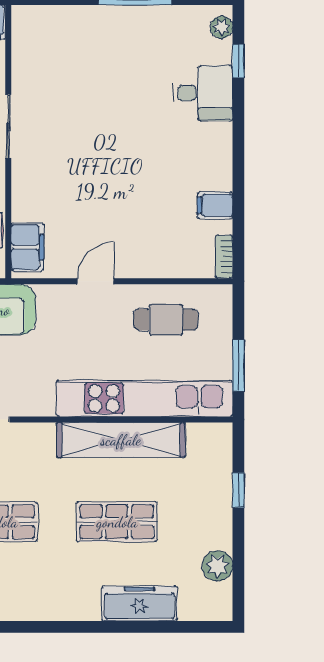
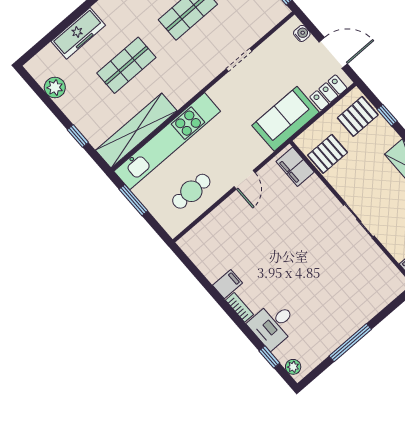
filing cabinet: (215, 205) -> (227, 284), moved
bookcase: (224, 257) -> (239, 307), moved
shelving: (121, 440) -> (136, 130), moved

